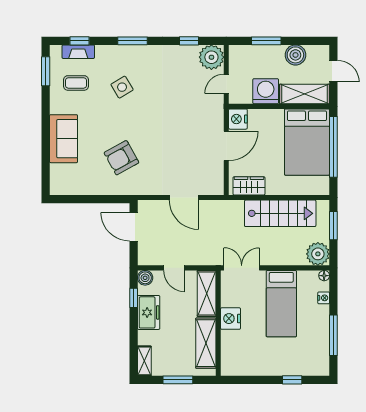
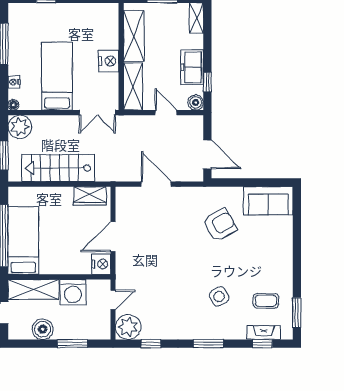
sofa: (64, 139) -> (268, 201), moved, turned -90
bed: (307, 142) -> (23, 241), width x0.67

